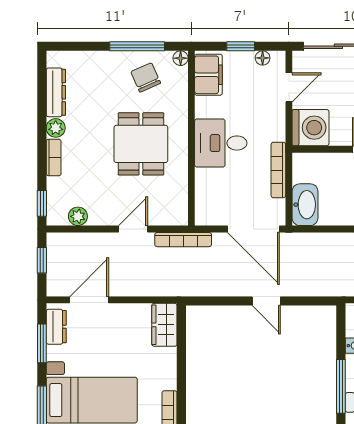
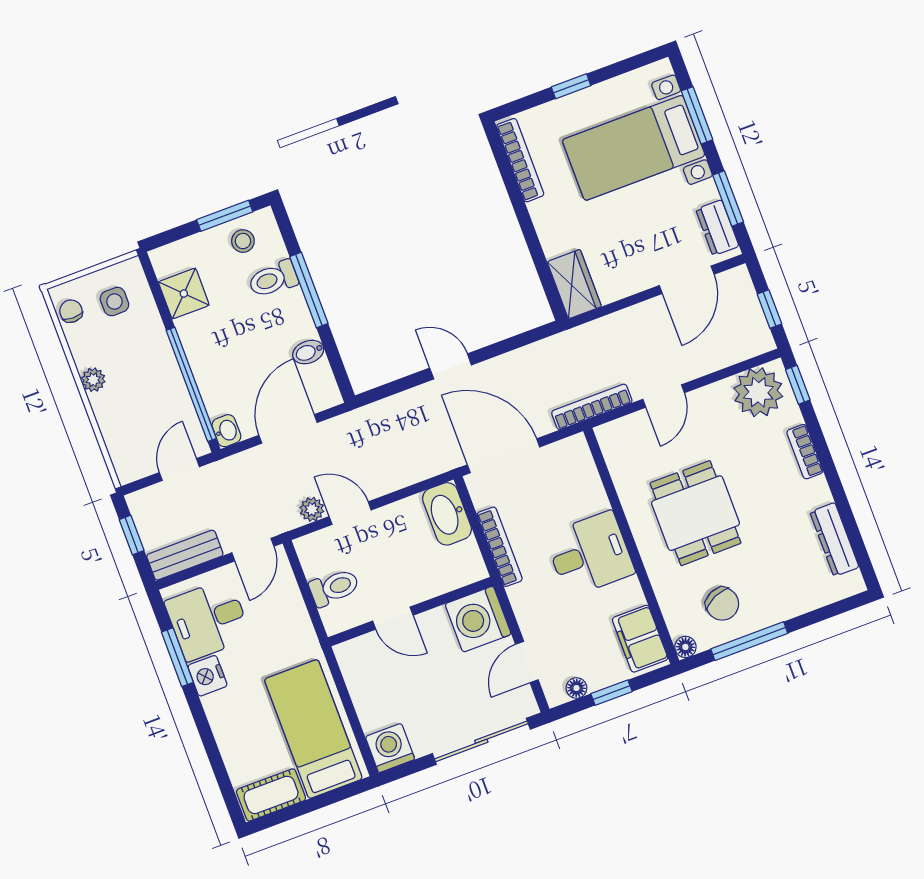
plant: (56, 128) -> (817, 492), removed
plant: (78, 216) -> (758, 392), width x1.87, depth x1.87

